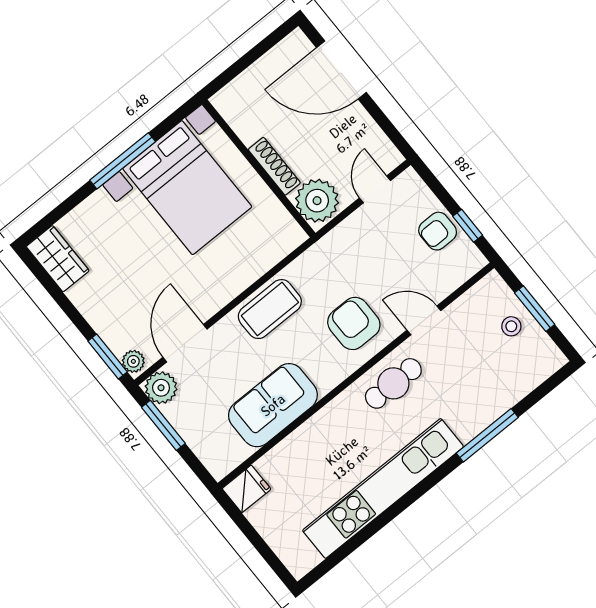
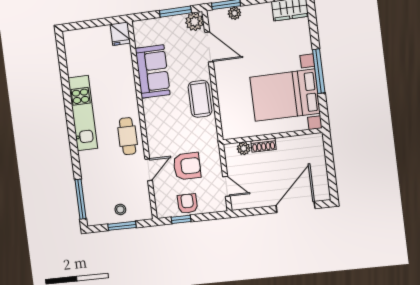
shoe rack: (274, 166) -> (263, 145), width x0.70
plant: (317, 201) -> (244, 148), width x0.53, depth x0.53
armchair: (354, 323) -> (187, 166), moved
plant: (133, 361) -> (234, 13), moved
window: (487, 435) -> (80, 199), moved
kitchen unit: (383, 488) -> (83, 113), width x0.73

